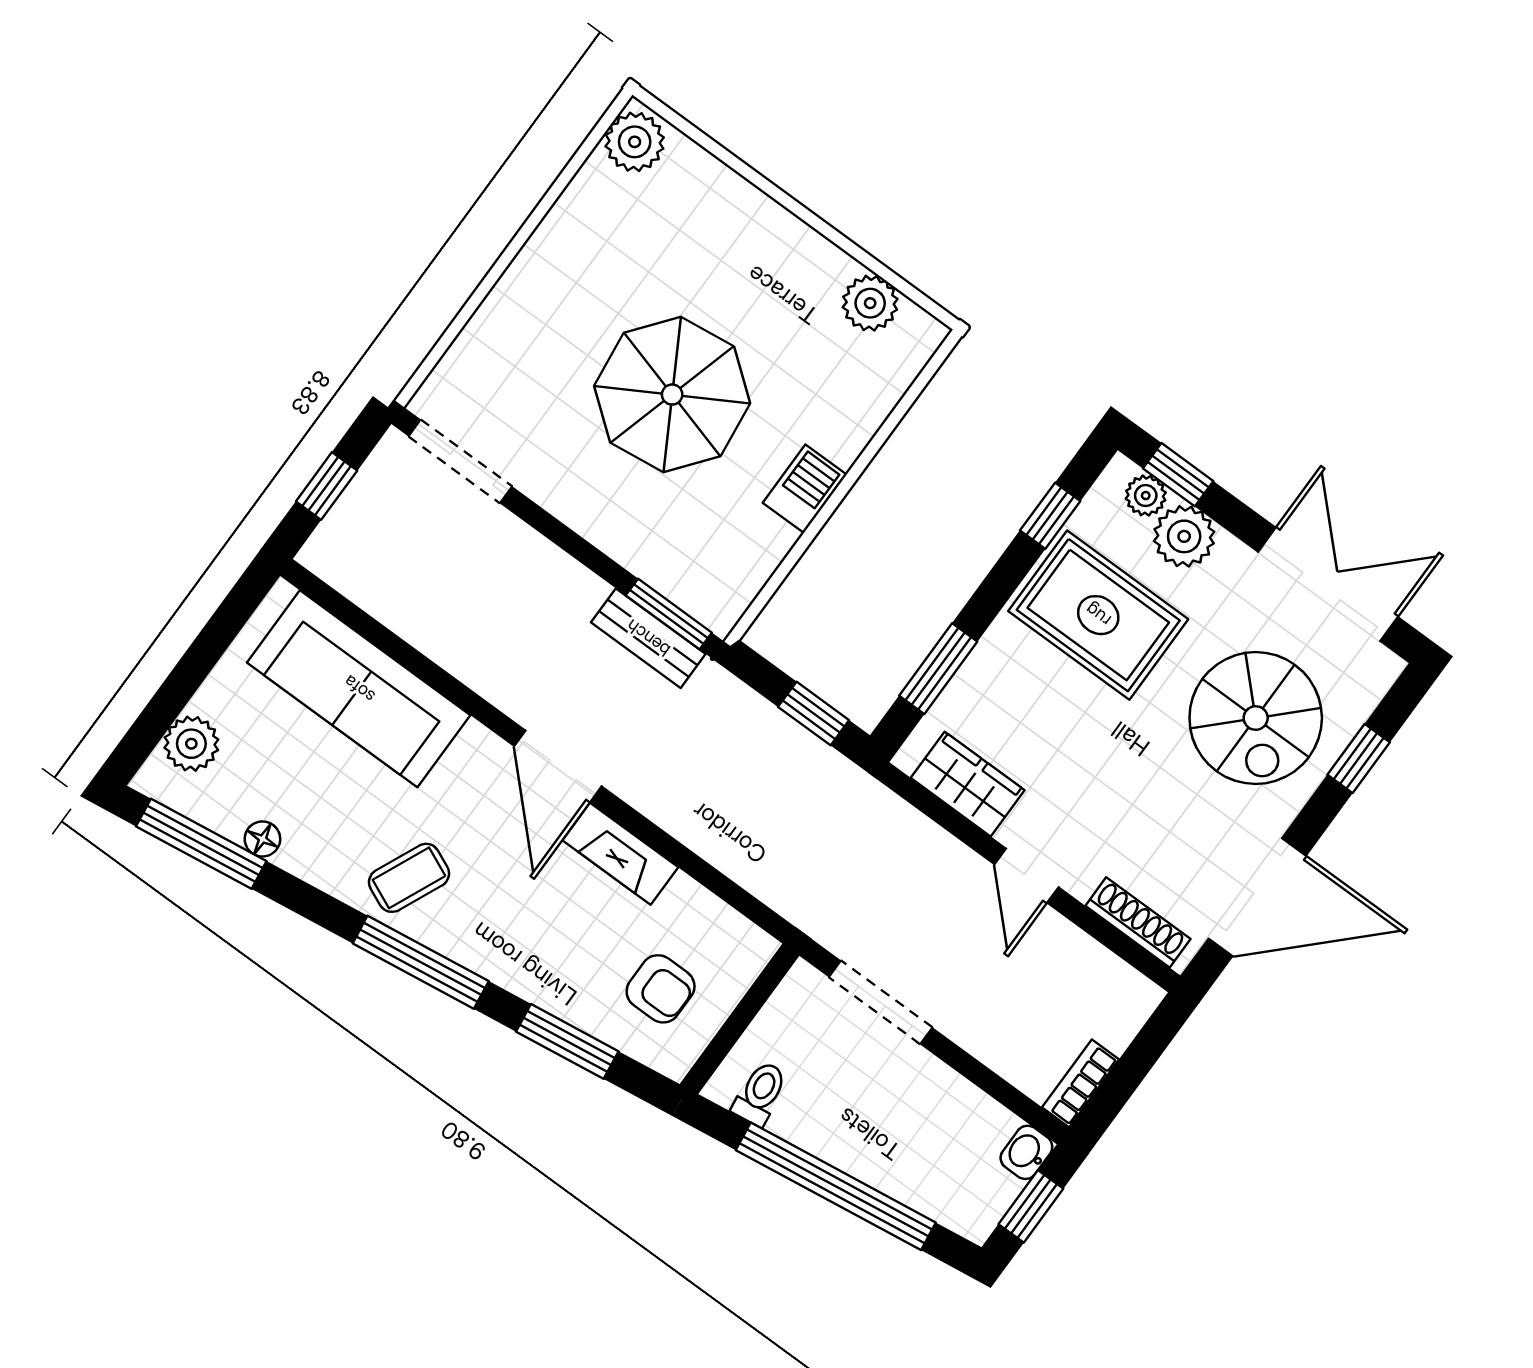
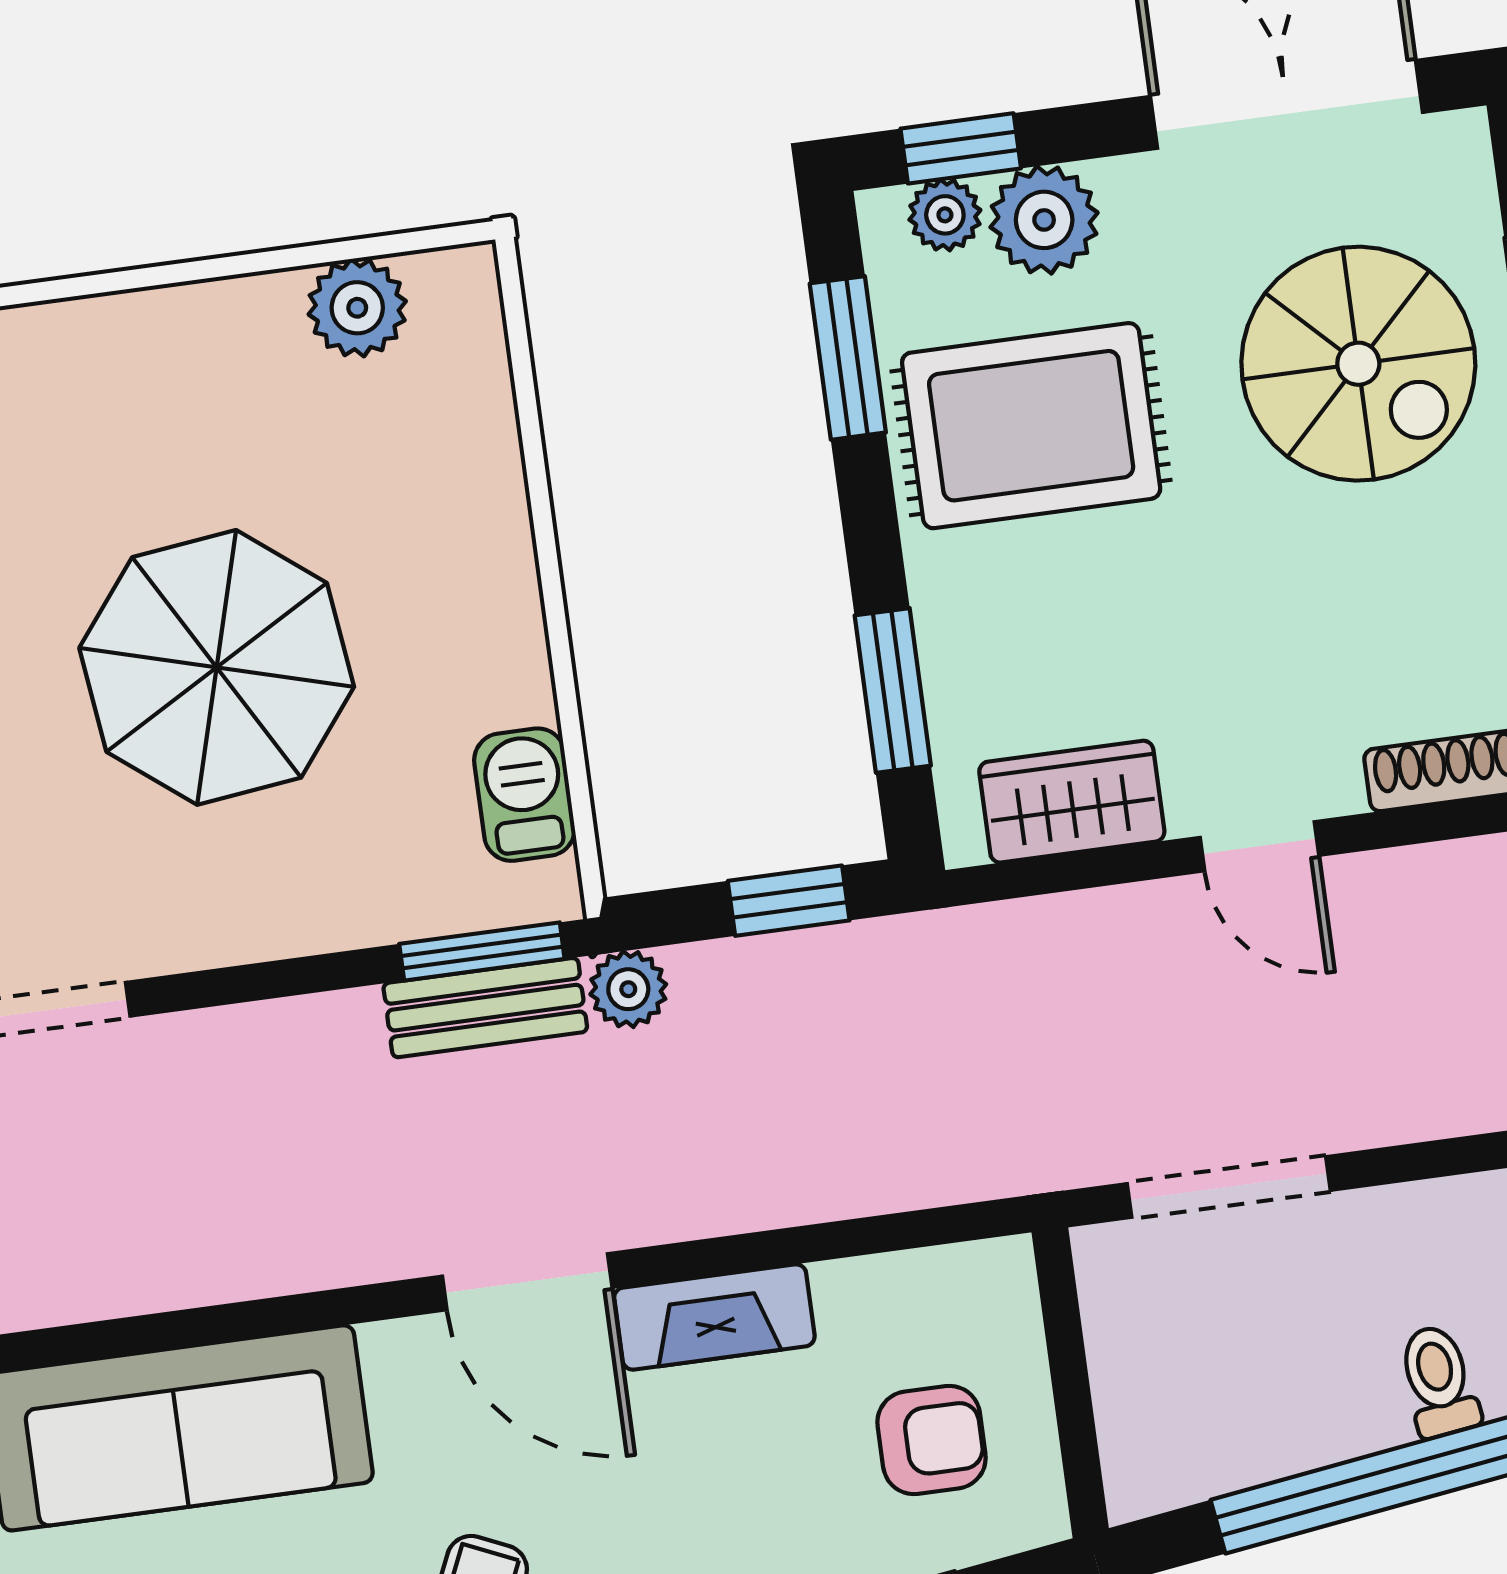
barbecue: (805, 489) -> (524, 795), moved
window: (1050, 516) -> (848, 358), width x1.50
plant: (714, 687) -> (628, 989), added
toilet: (760, 1093) -> (1439, 1381), moved

